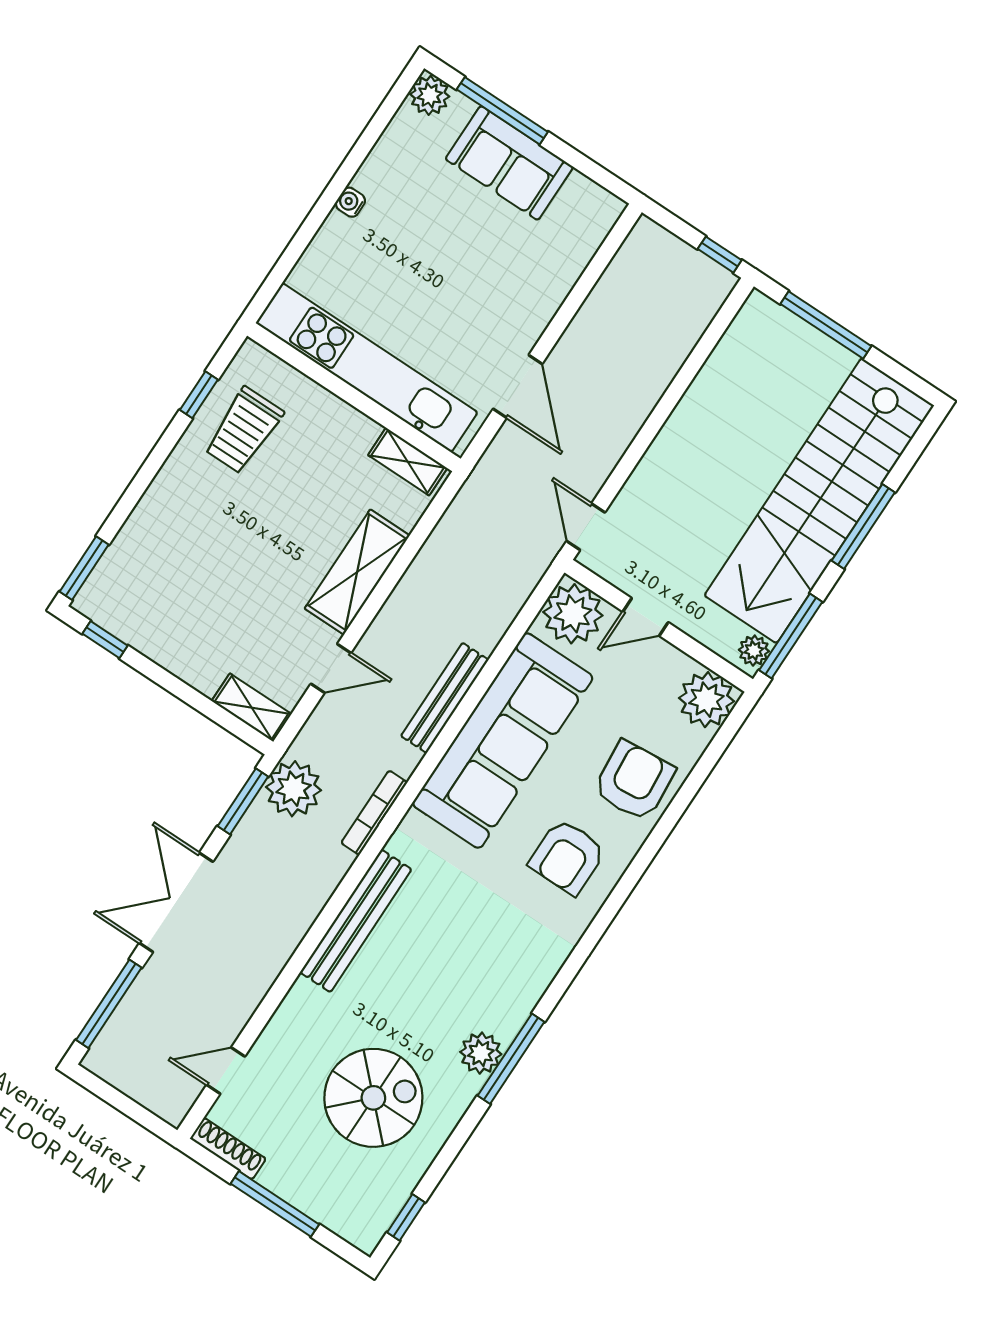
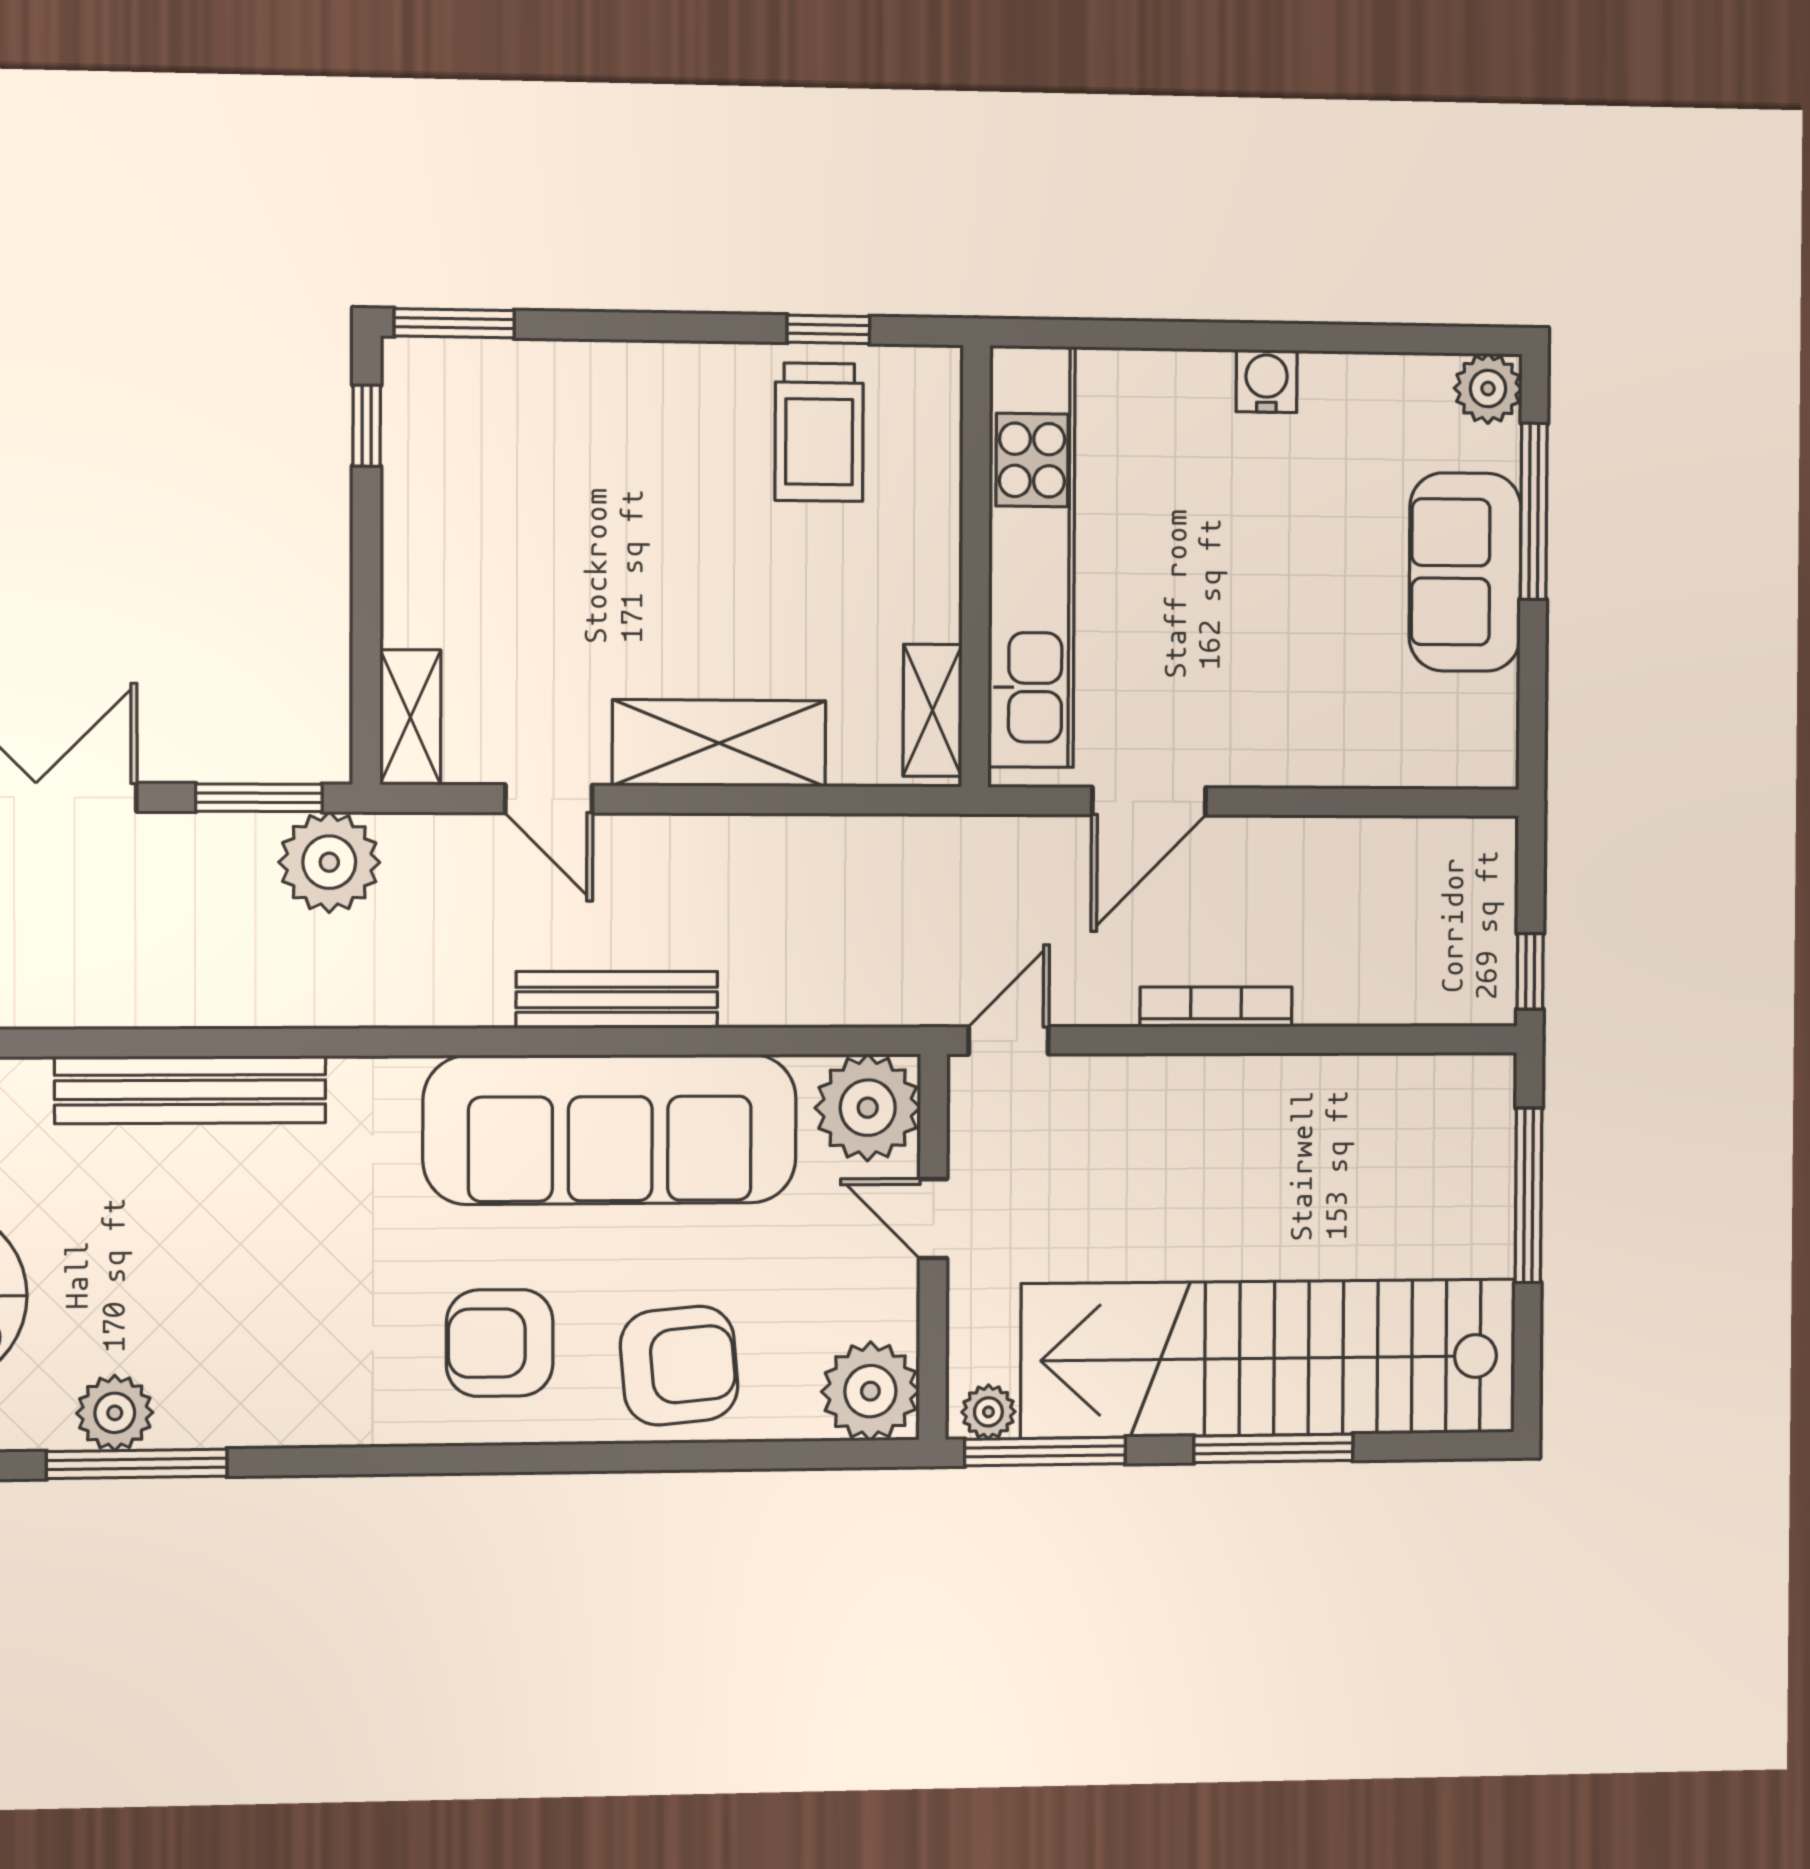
water cooler: (350, 202) -> (1267, 381), width x1.38, depth x1.38
trolley: (244, 430) -> (819, 432), turned -90
bookcase: (374, 813) -> (1216, 1007), moved

